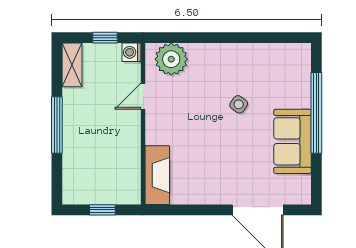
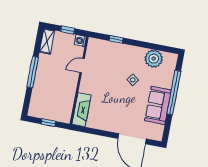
window: (195, 38) -> (116, 39), added
plant: (171, 59) -> (154, 59), moved

